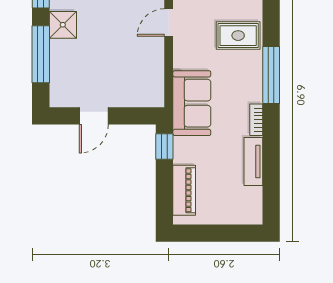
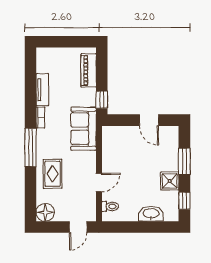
rug: (238, 36) -> (53, 174), turned 90
window: (41, 54) -> (184, 161), width x0.69
door: (94, 116) -> (149, 120), swing flipped

